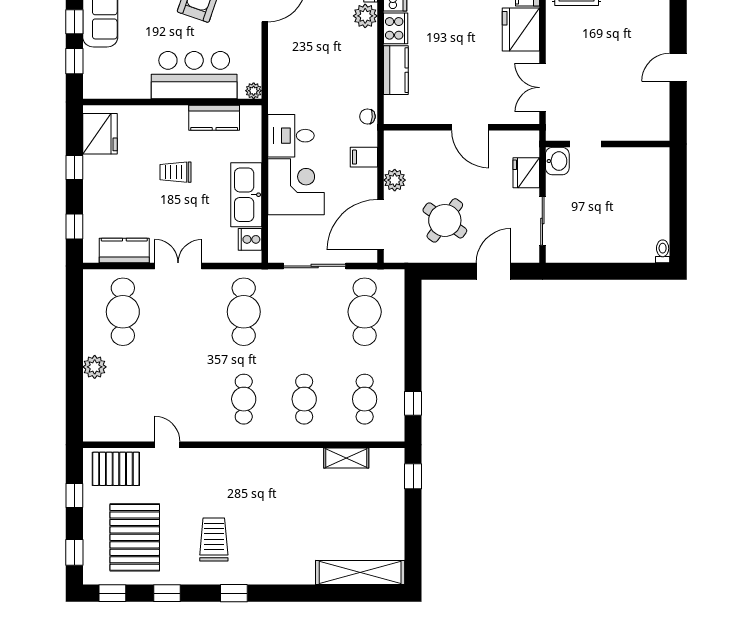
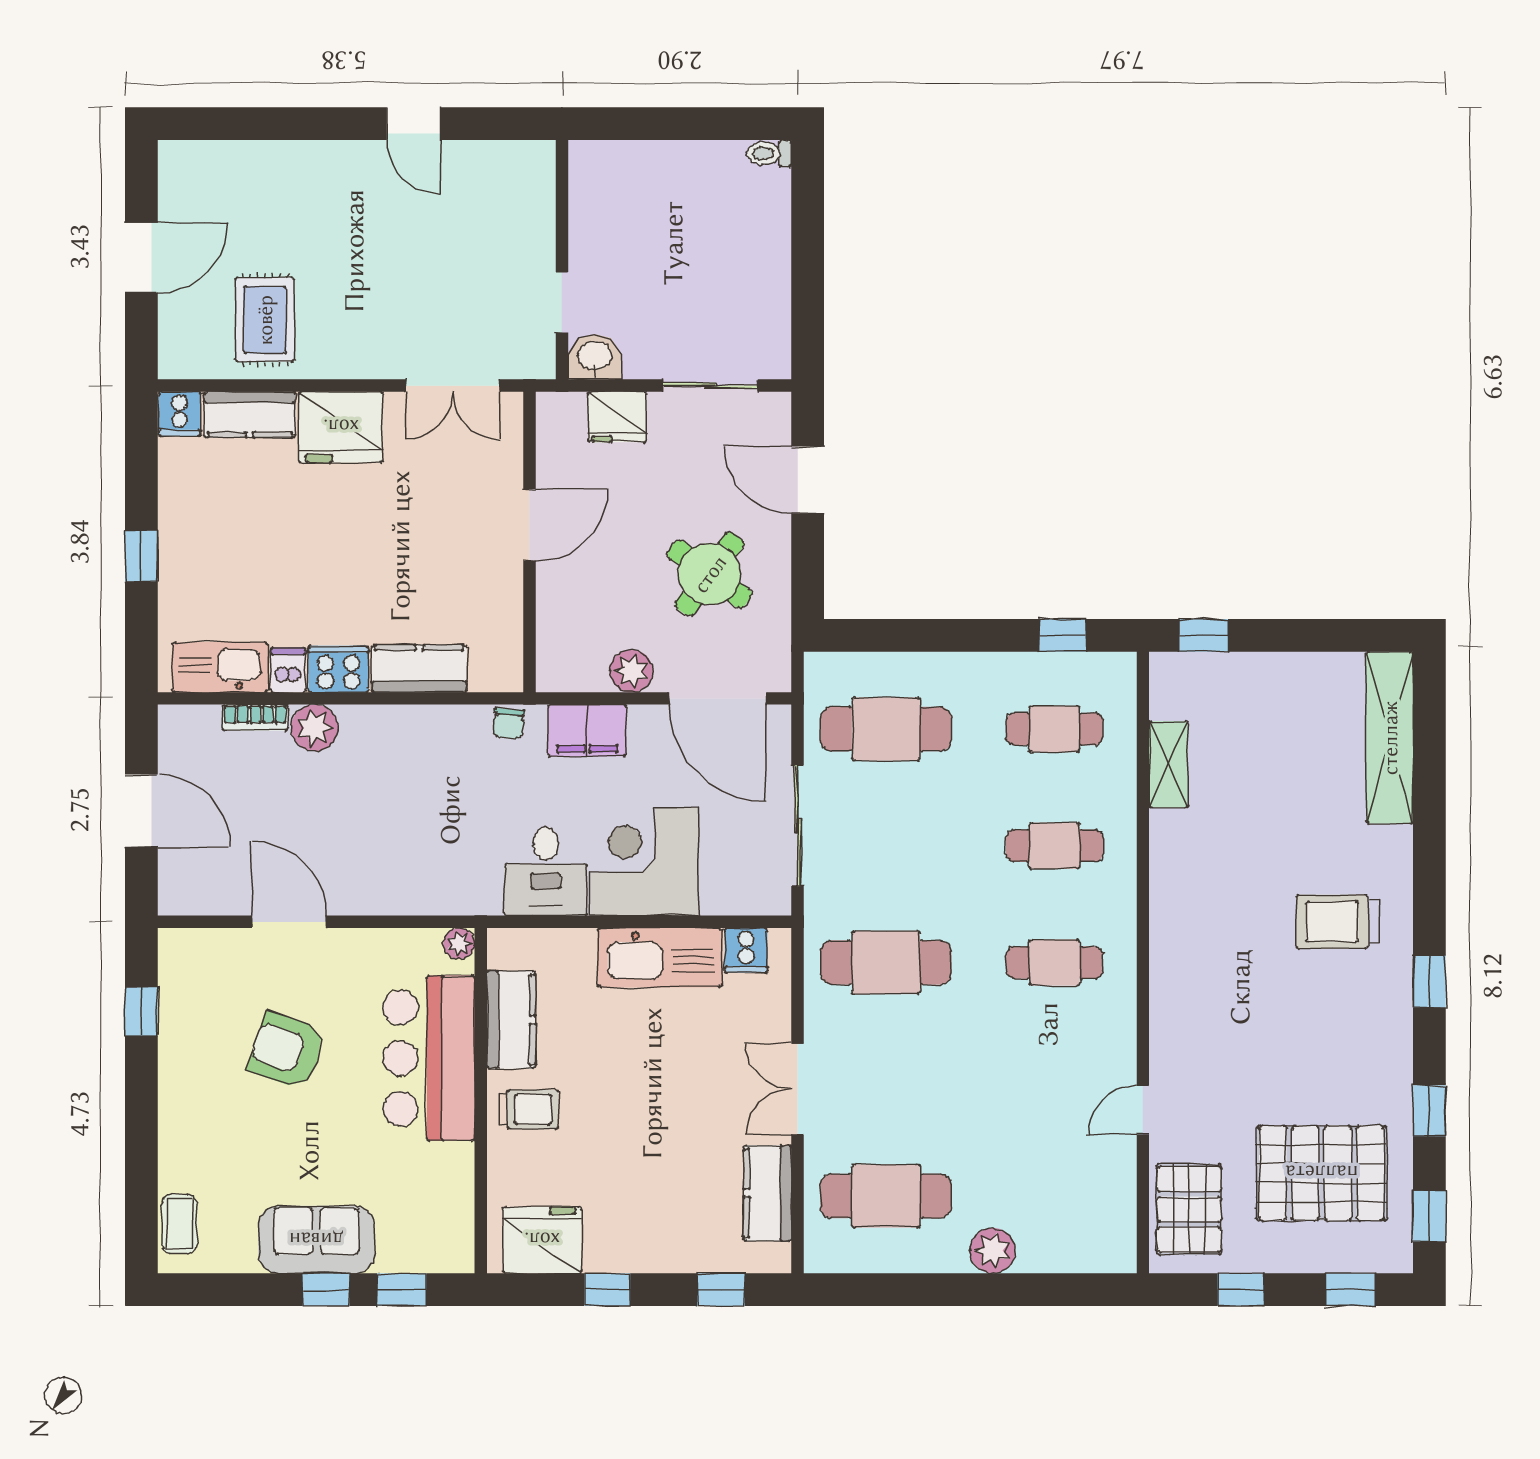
filing cabinet: (364, 157) -> (587, 730), width x2.00
trolley: (176, 172) -> (529, 1109), moved, turned -90
trolley: (214, 539) -> (1338, 922), moved

